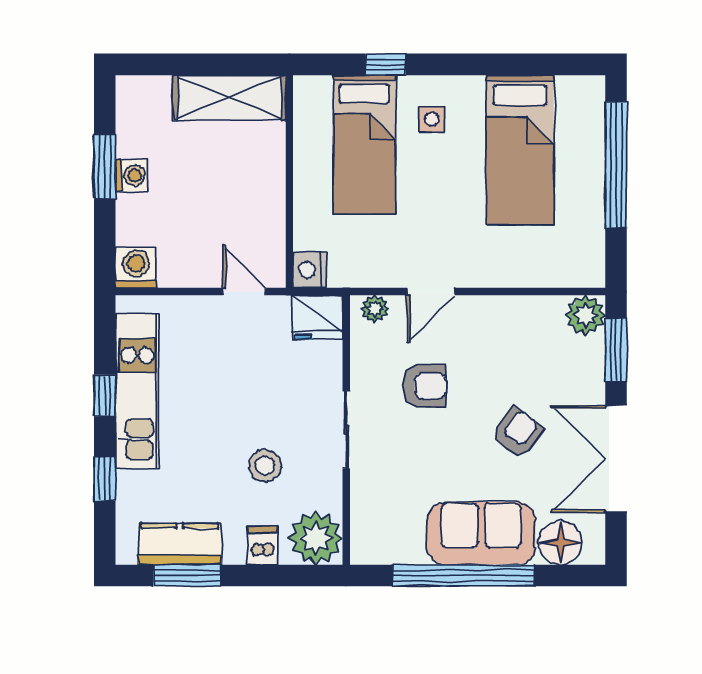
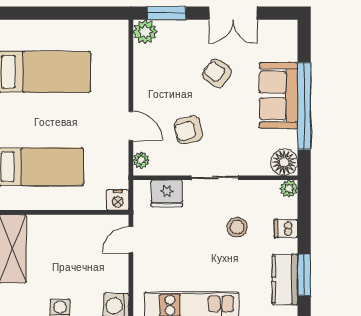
side table: (432, 119) -> (26, 126), removed
window: (616, 165) -> (54, 13), removed
fridge: (317, 317) -> (167, 193), moved, turned 90
armchair: (424, 386) -> (188, 130), turned -103
double door: (616, 459) -> (233, 13), width x0.73
plant: (316, 538) -> (289, 189), width x0.53, depth x0.53
floor lamp: (560, 543) -> (284, 162), moved

